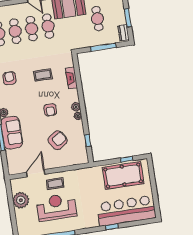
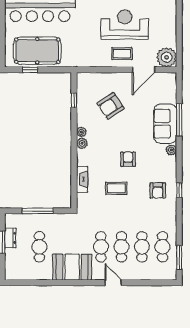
dresser: (123, 33) -> (10, 238), moved
armchair: (50, 110) -> (128, 159), moved
plant: (21, 200) -> (167, 57), moved
reception desk: (56, 207) -> (125, 25), turned 180

